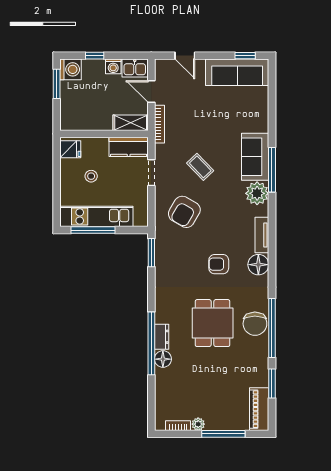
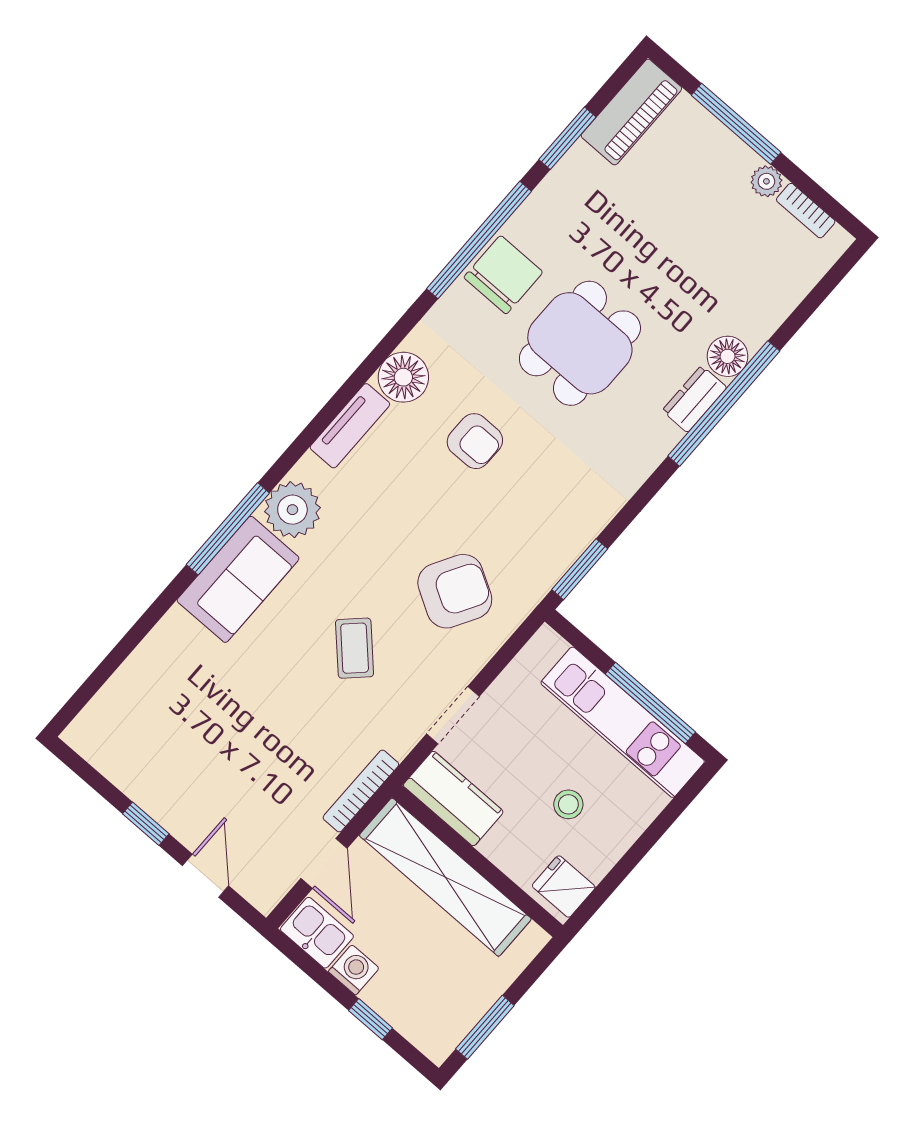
window: (245, 56) -> (146, 824), moved
washing machine: (71, 69) -> (436, 1032), removed
sofa: (237, 72) -> (137, 762), removed
shelving: (131, 123) -> (445, 877), width x2.20, depth x1.33

